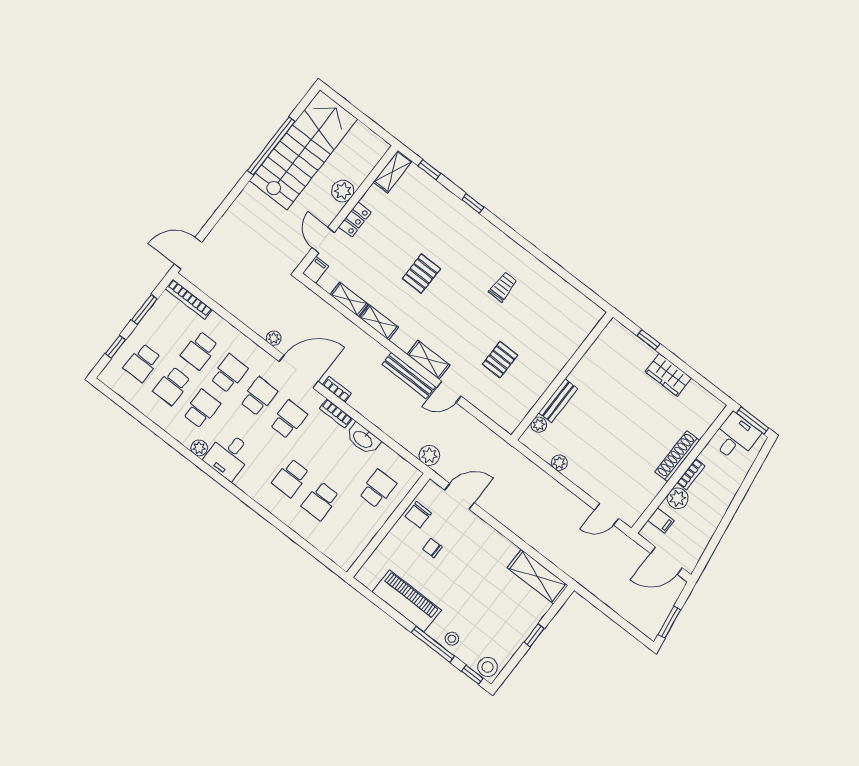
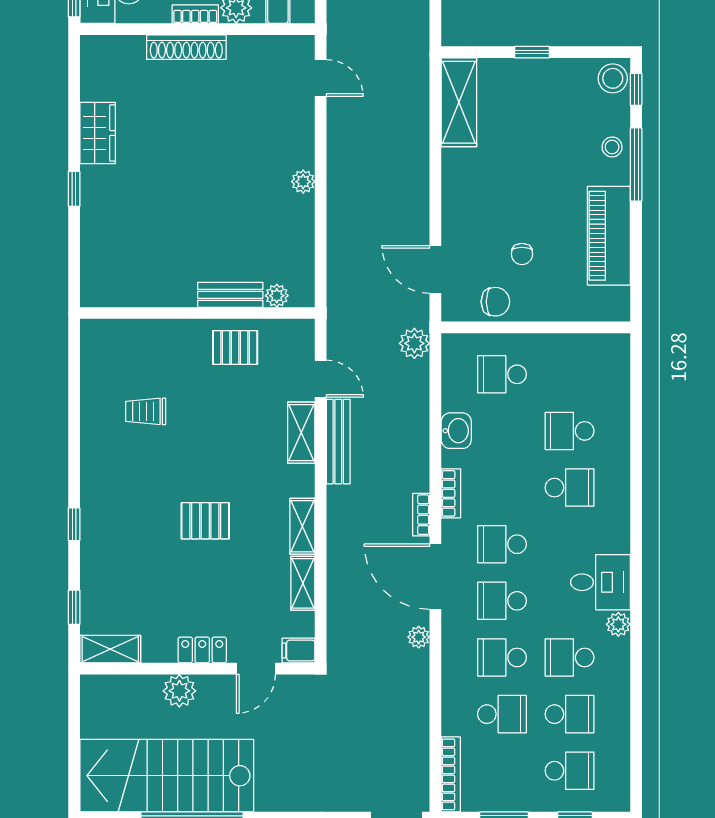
wall: (562, 376) -> (197, 313), moved
bench: (558, 401) -> (230, 295), moved
plant: (539, 425) -> (277, 296), moved
washbasin: (363, 439) -> (456, 431), width x0.72
school desk: (320, 501) -> (570, 431), turned 180

